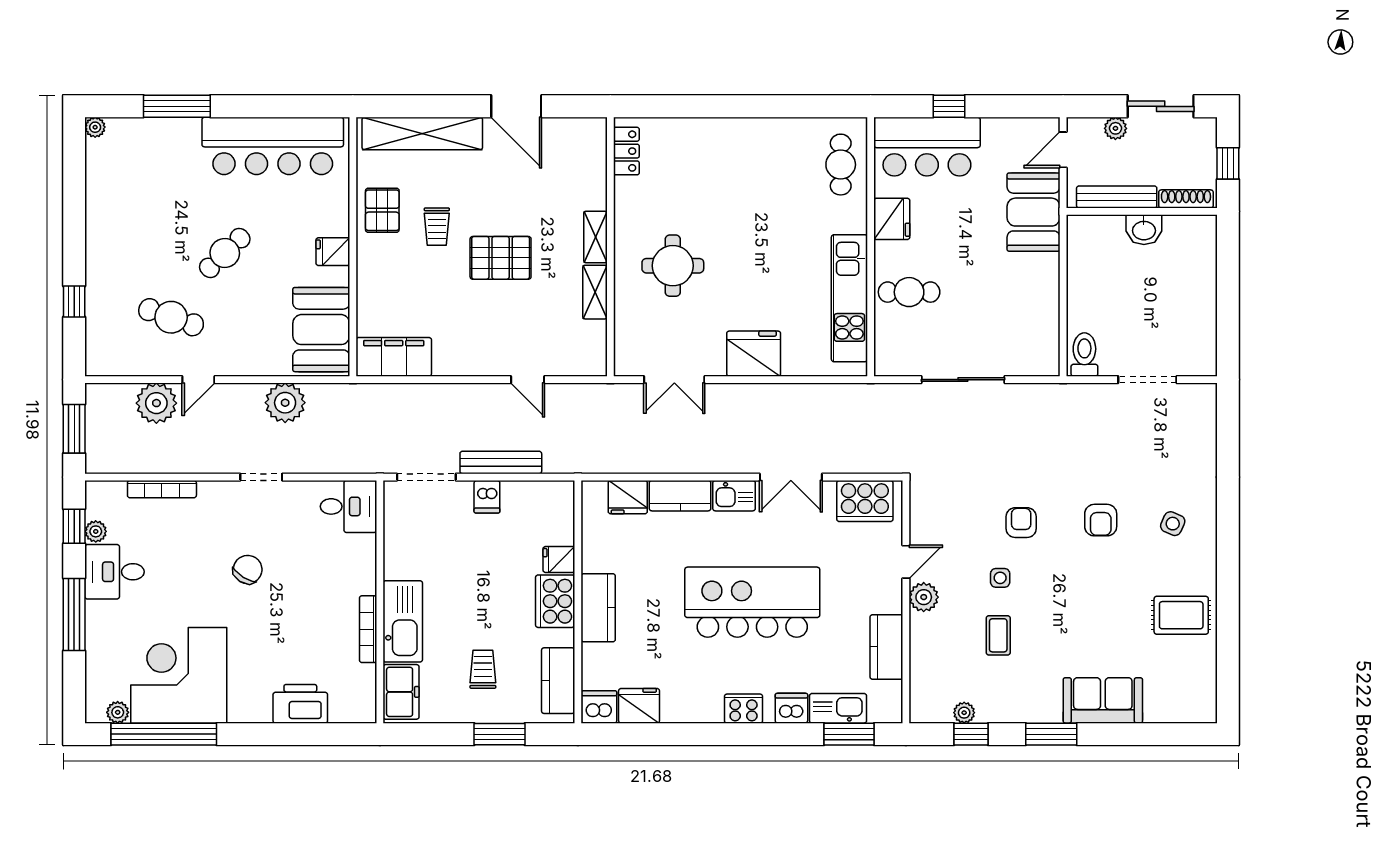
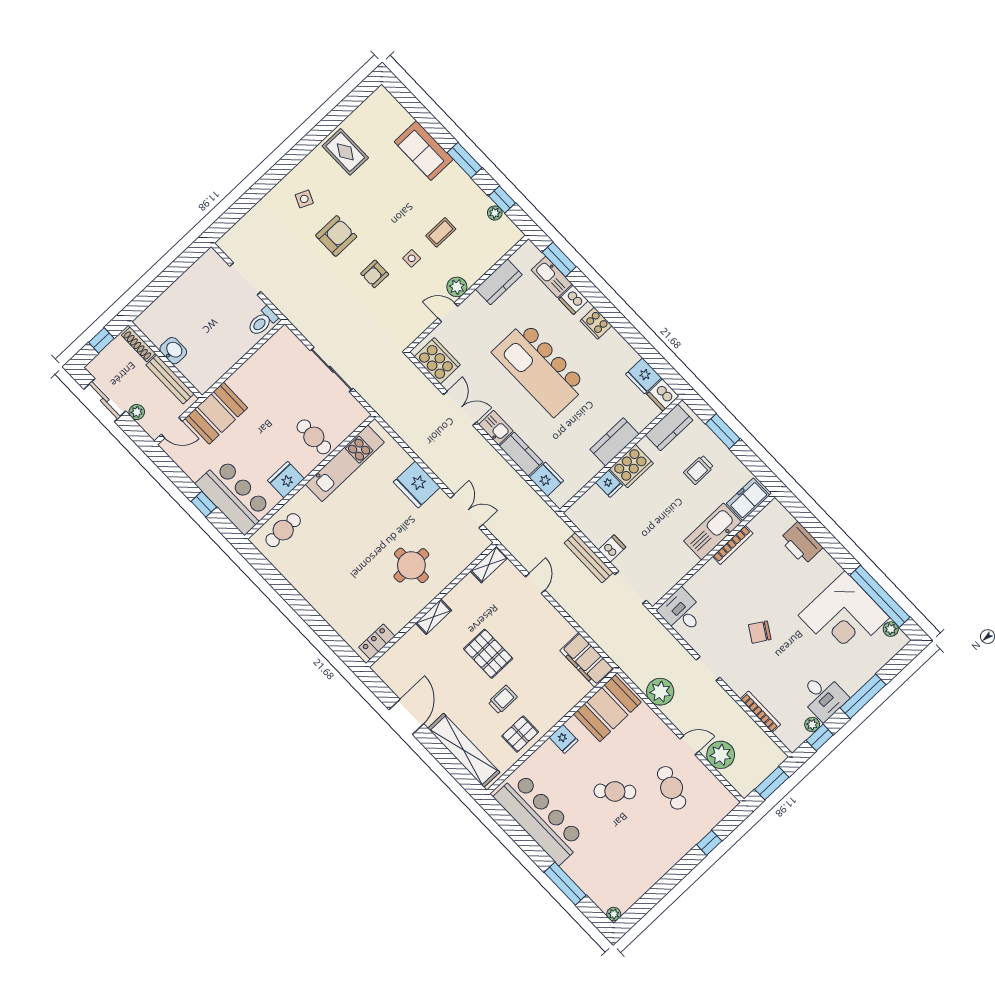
shelving: (595, 292) -> (489, 564), moved
armchair: (1101, 520) -> (336, 236), width x1.38, depth x1.38

